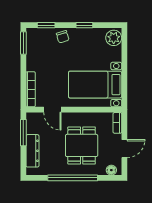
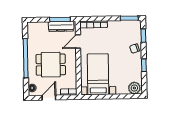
door: (124, 149) -> (49, 98), swing flipped
dresser: (32, 151) -> (61, 26), moved

